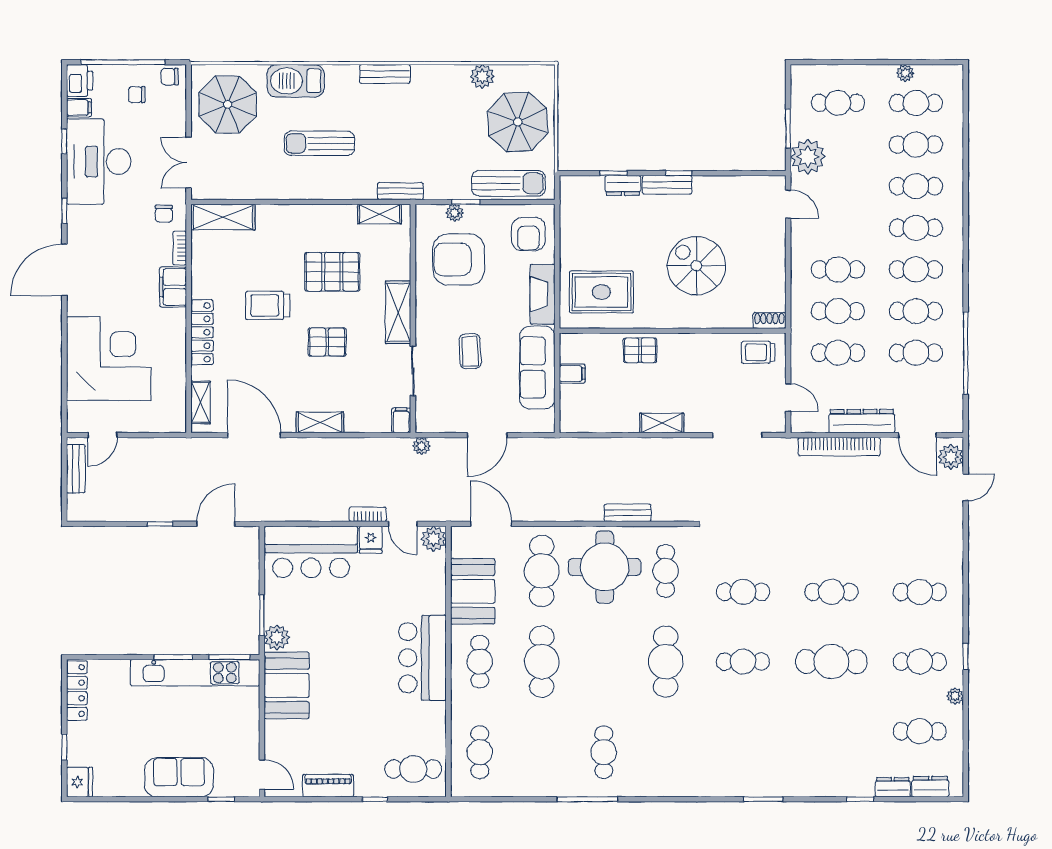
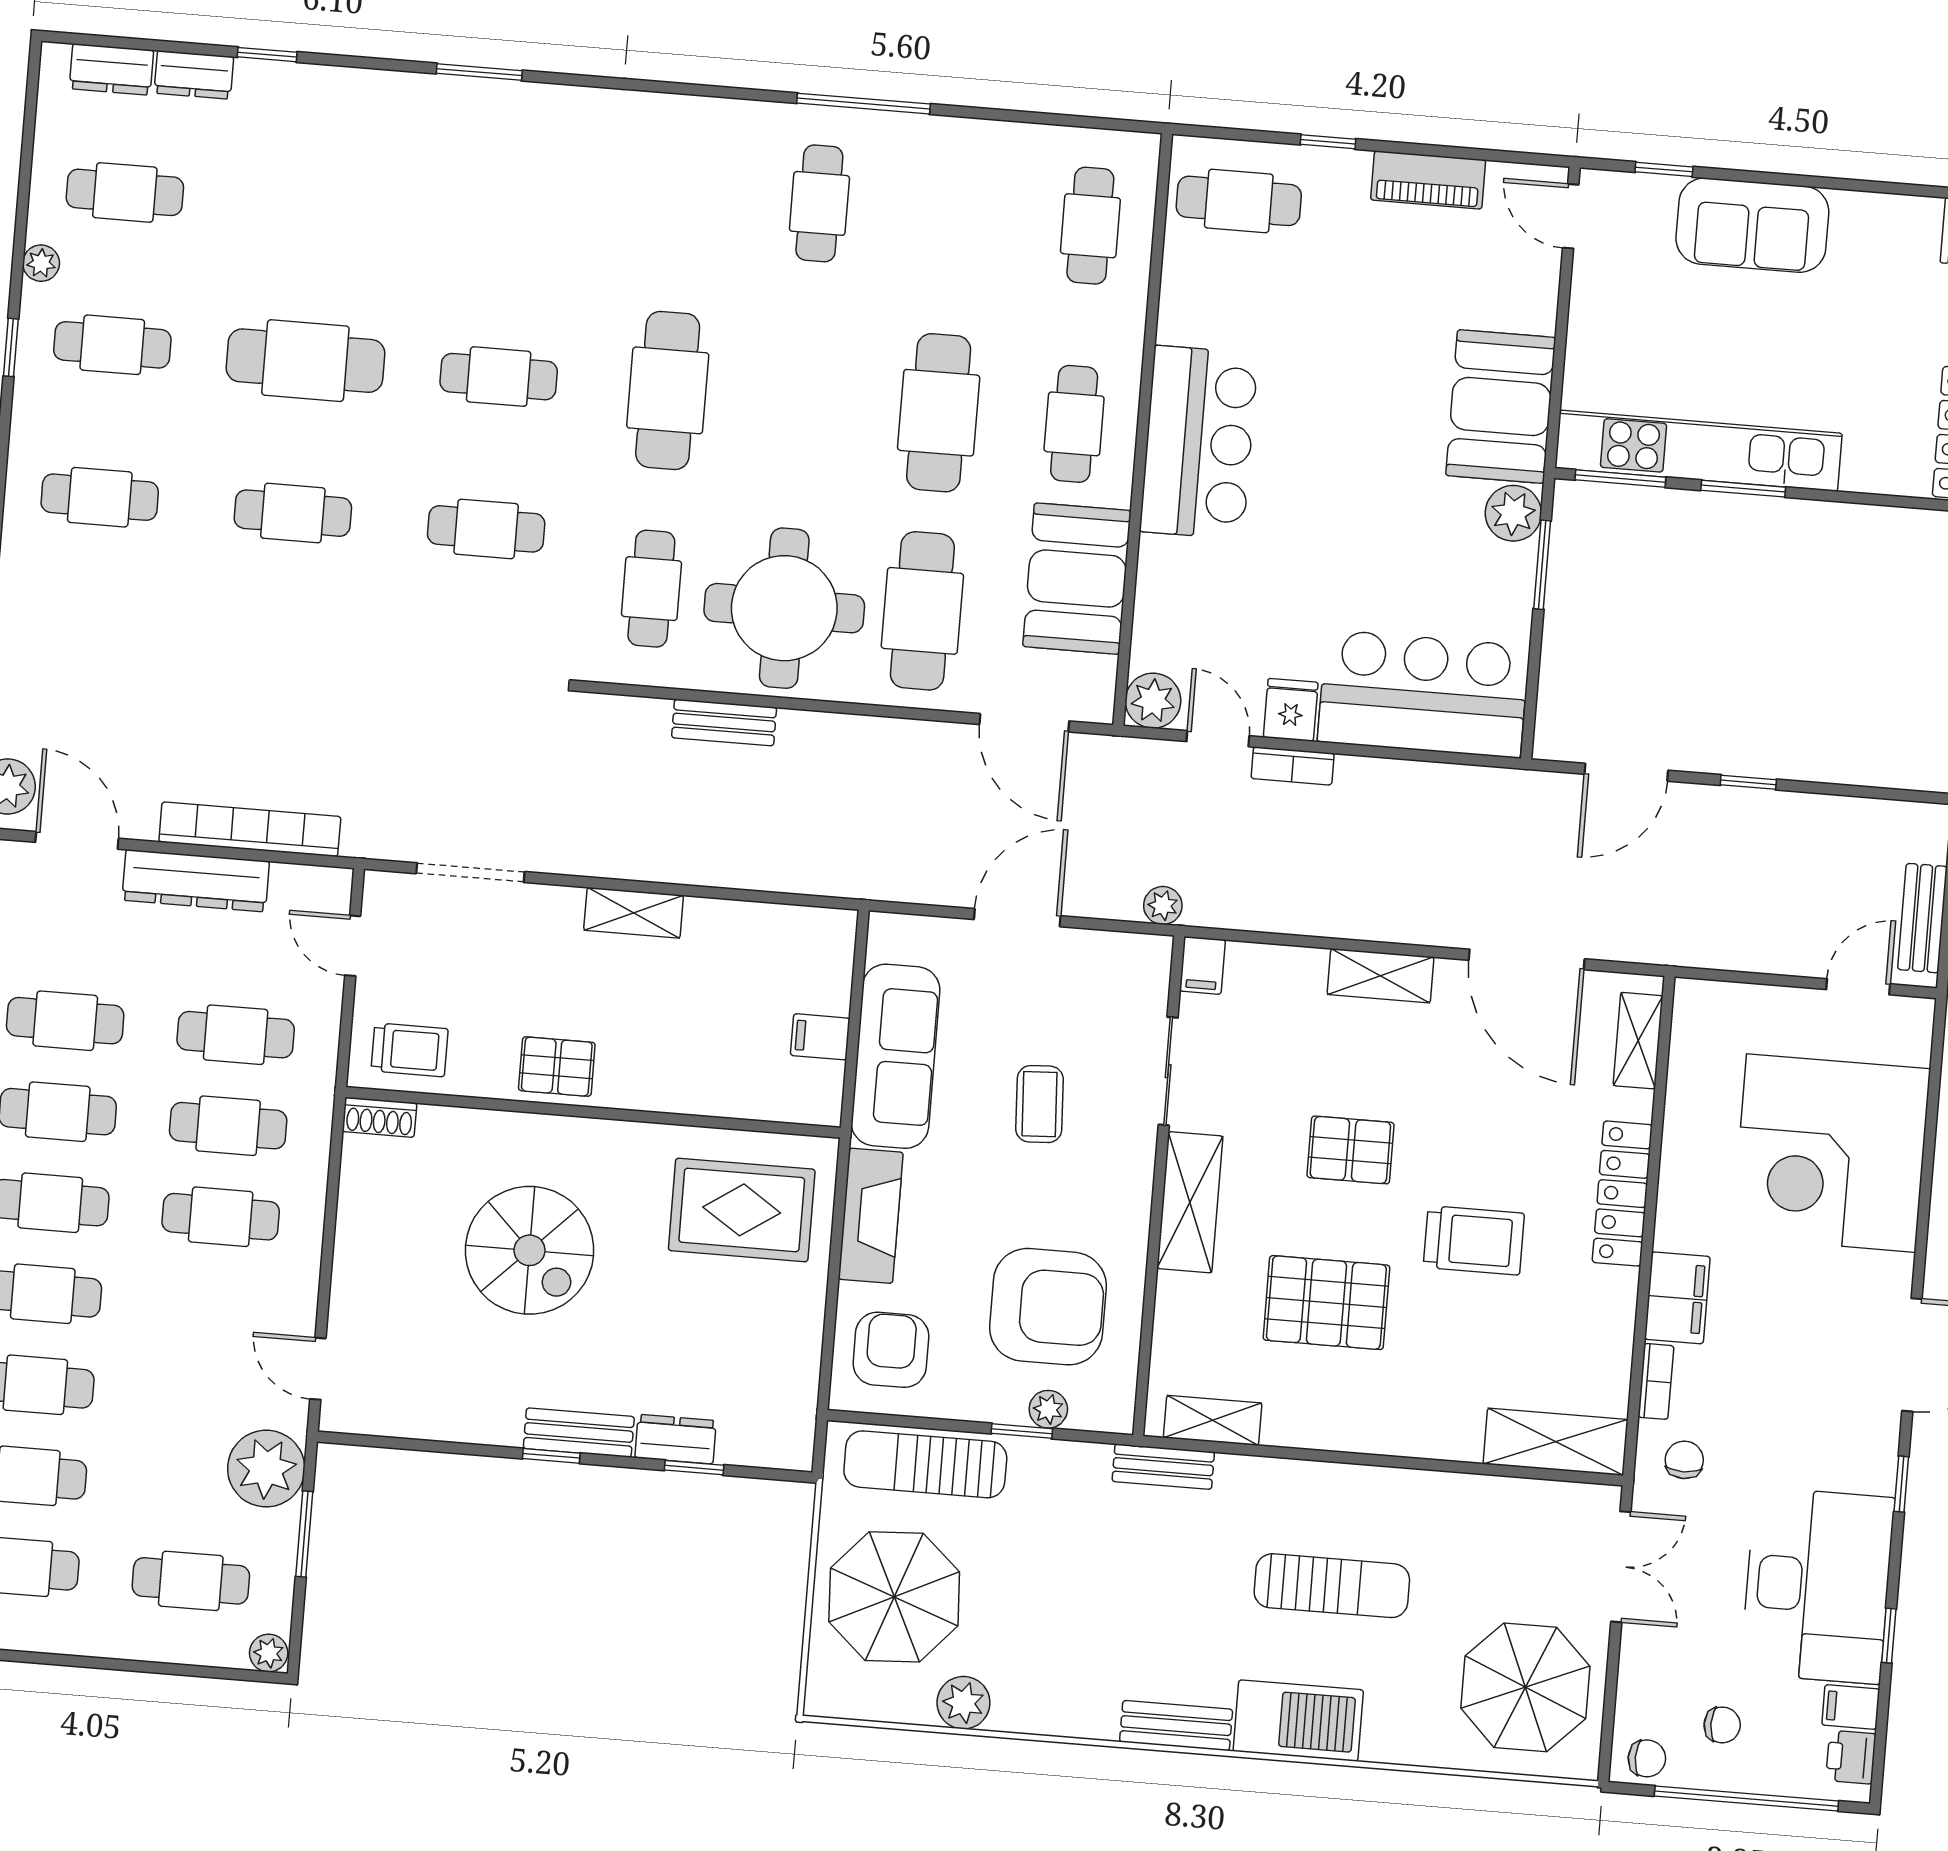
plant: (905, 73) -> (269, 1653), moved
printer: (80, 81) -> (1851, 1757), width x0.73, depth x0.81
barbecue: (296, 81) -> (1298, 1721), moved
pallet: (640, 350) -> (557, 1067), moved

